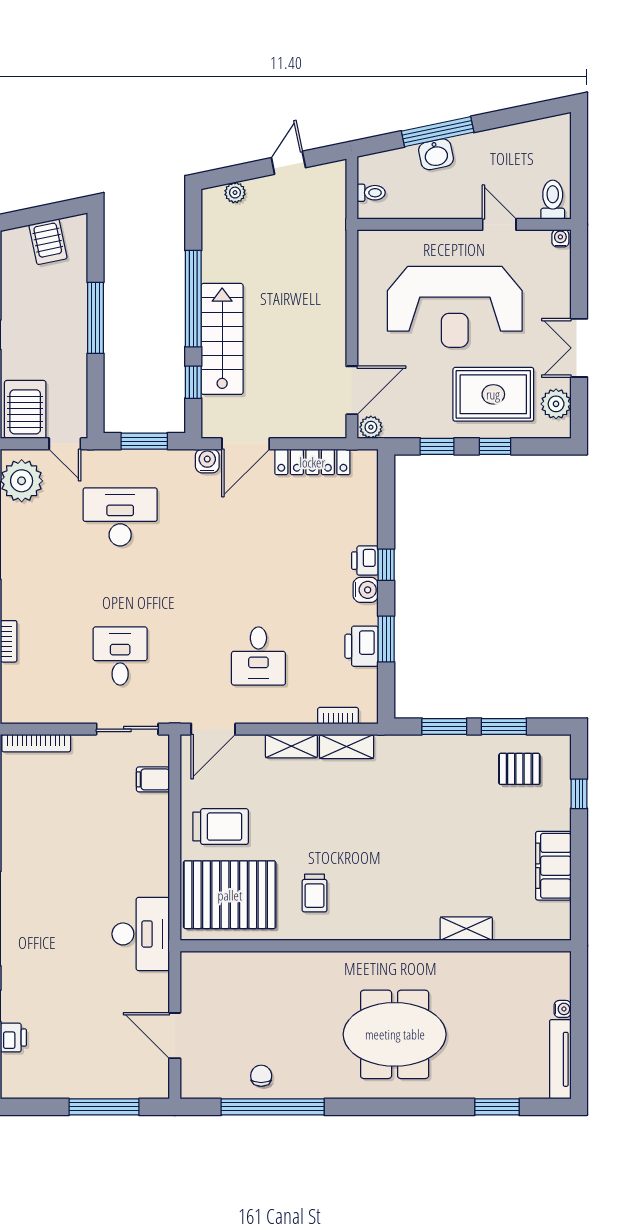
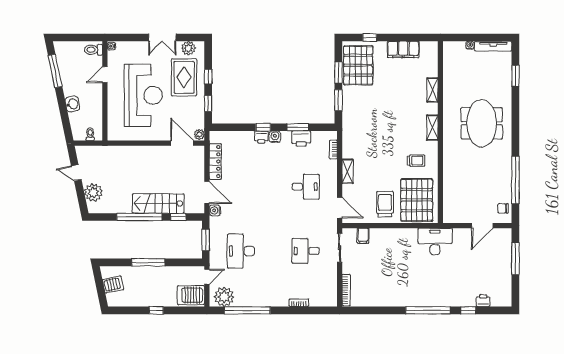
window: (438, 132) -> (55, 71), moved
plant: (235, 193) -> (93, 193), width x1.88, depth x1.88
shelving: (347, 747) -> (432, 128), moved
pallet: (519, 769) -> (358, 65), width x2.05, depth x2.00
chair: (261, 1076) -> (503, 208), moved

